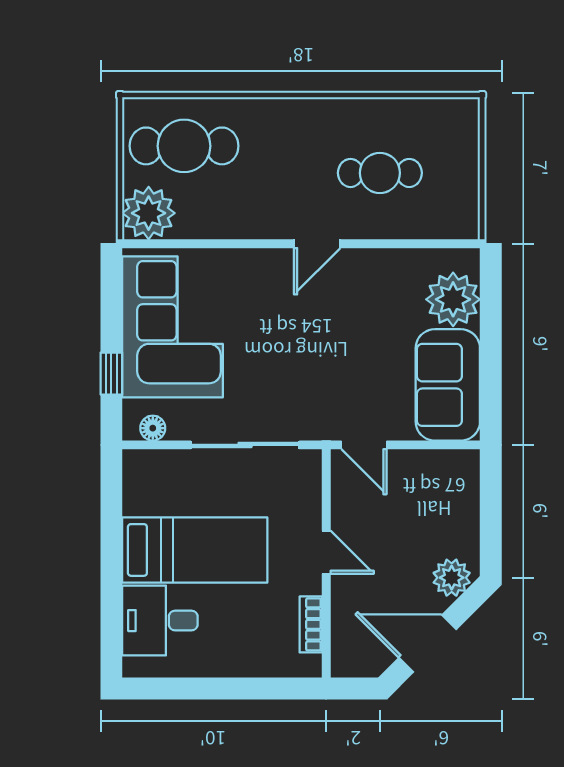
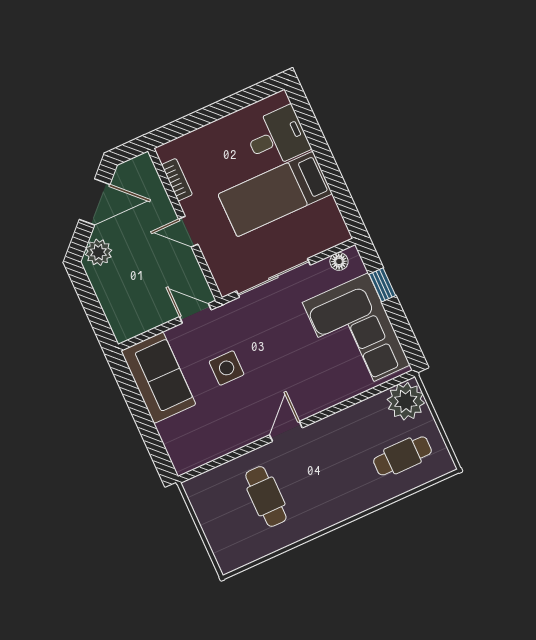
cafe table: (184, 146) -> (402, 456), width x0.73, depth x0.74
cafe table: (380, 173) -> (266, 496), turned 90
plant: (453, 299) -> (180, 435), removed
side table: (356, 358) -> (227, 368), added

